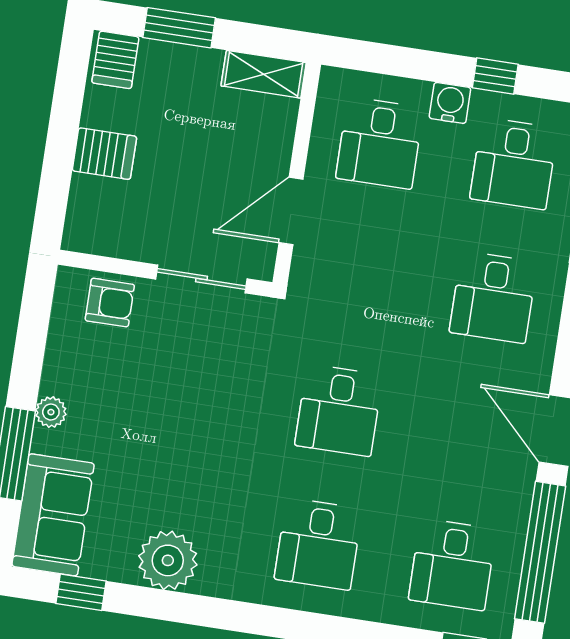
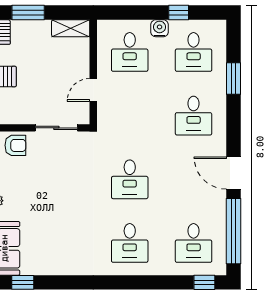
door: (291, 211) -> (93, 90), width x0.73
plant: (168, 560) -> (61, 261), removed

